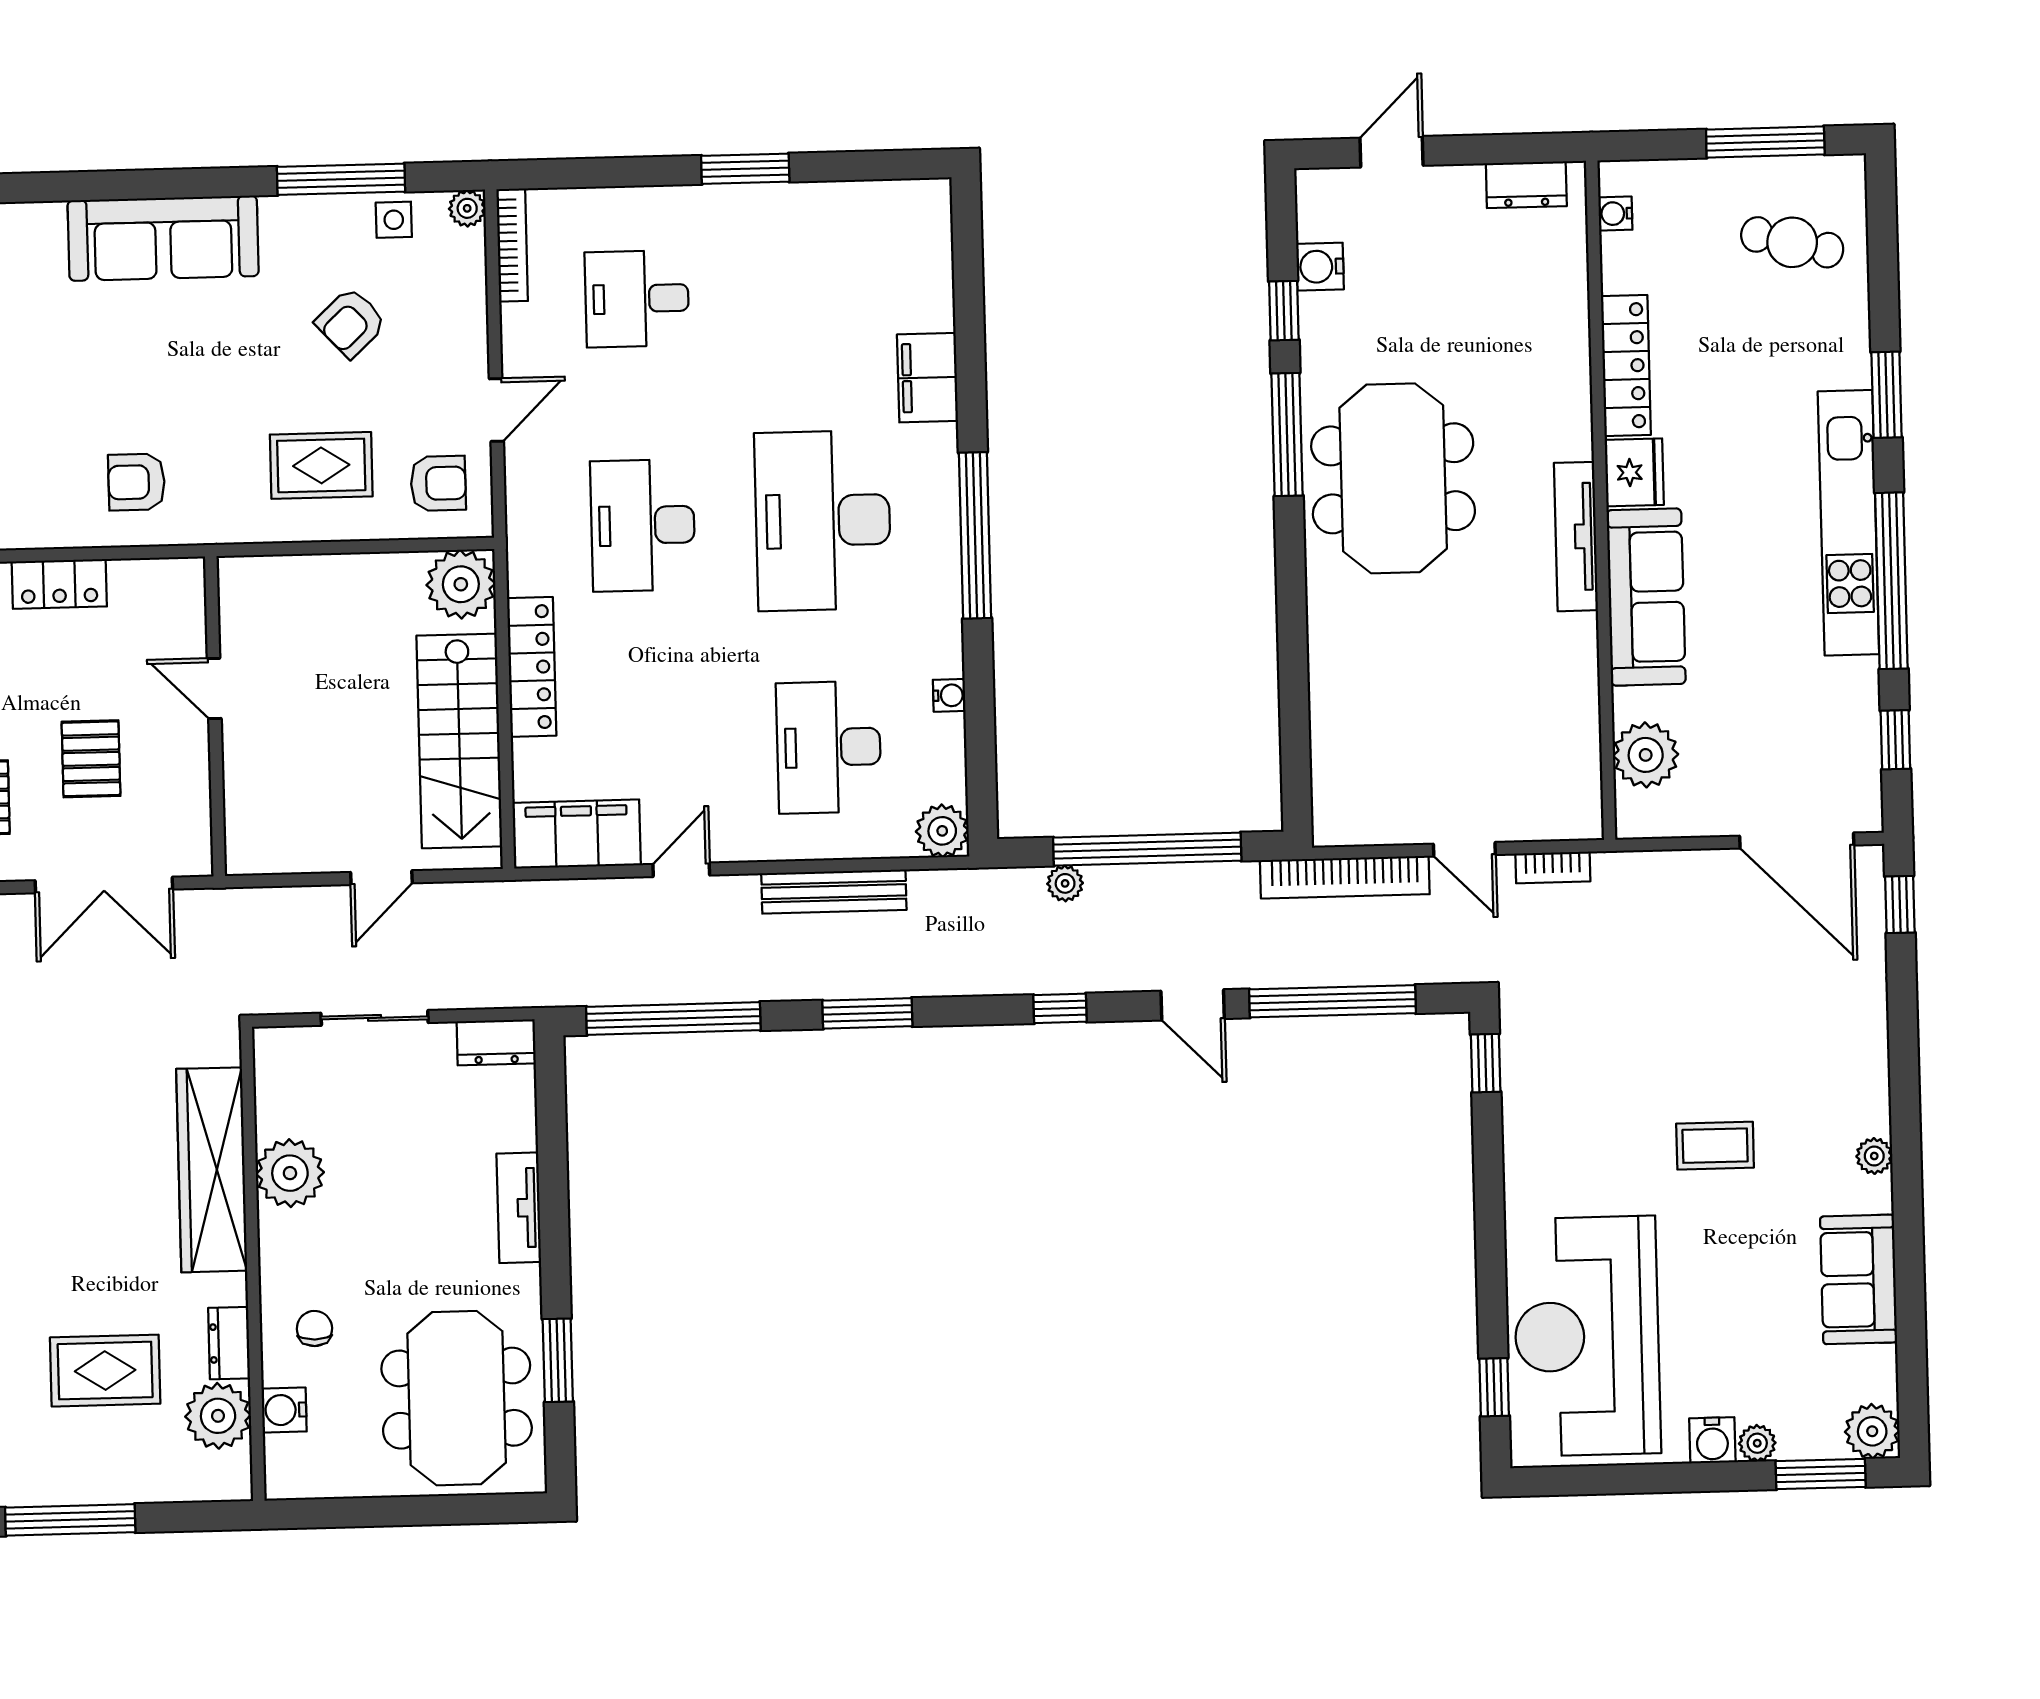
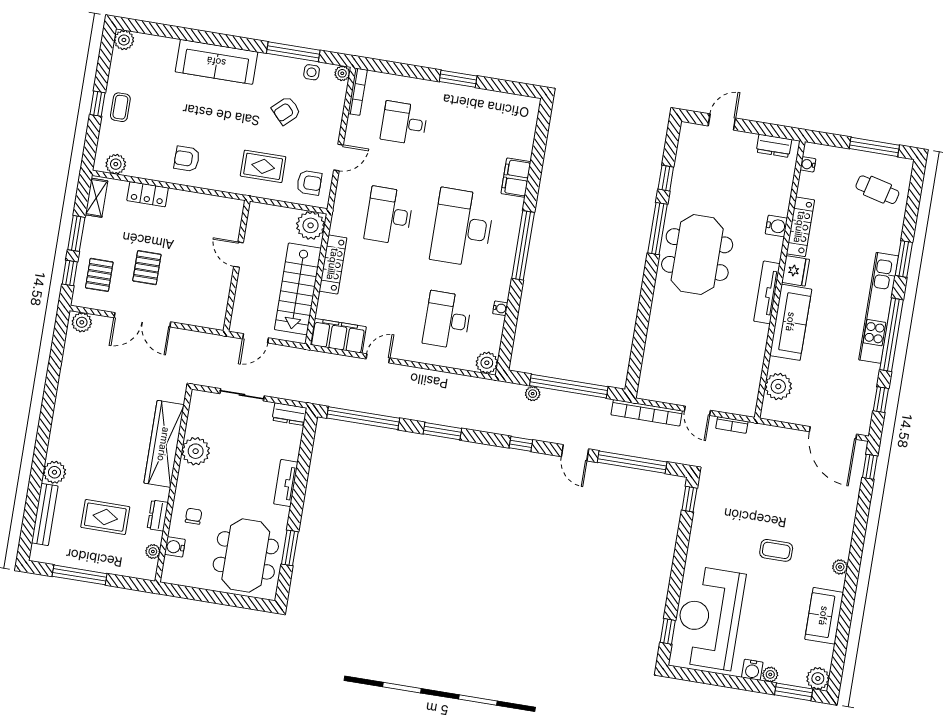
water cooler: (1320, 267) -> (776, 226), moved, turned 180
door: (214, 688) -> (239, 255), moved
wall: (215, 716) -> (237, 266), moved
bench: (834, 892) -> (438, 379), removed
plant: (218, 1416) -> (153, 551), width x0.53, depth x0.53

